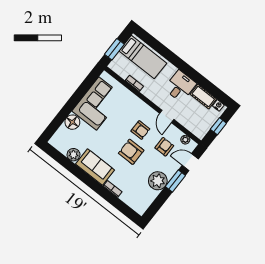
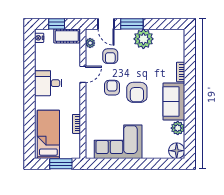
cot: (203, 97) -> (67, 36), moved, turned 90
floor lamp: (72, 122) -> (177, 151), moved
armchair: (164, 147) -> (110, 56), turned -90
armchair: (131, 152) -> (137, 92), moved

